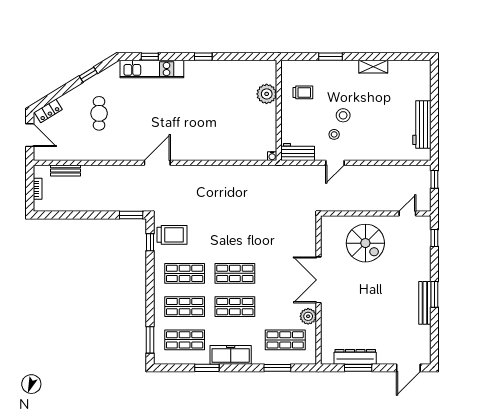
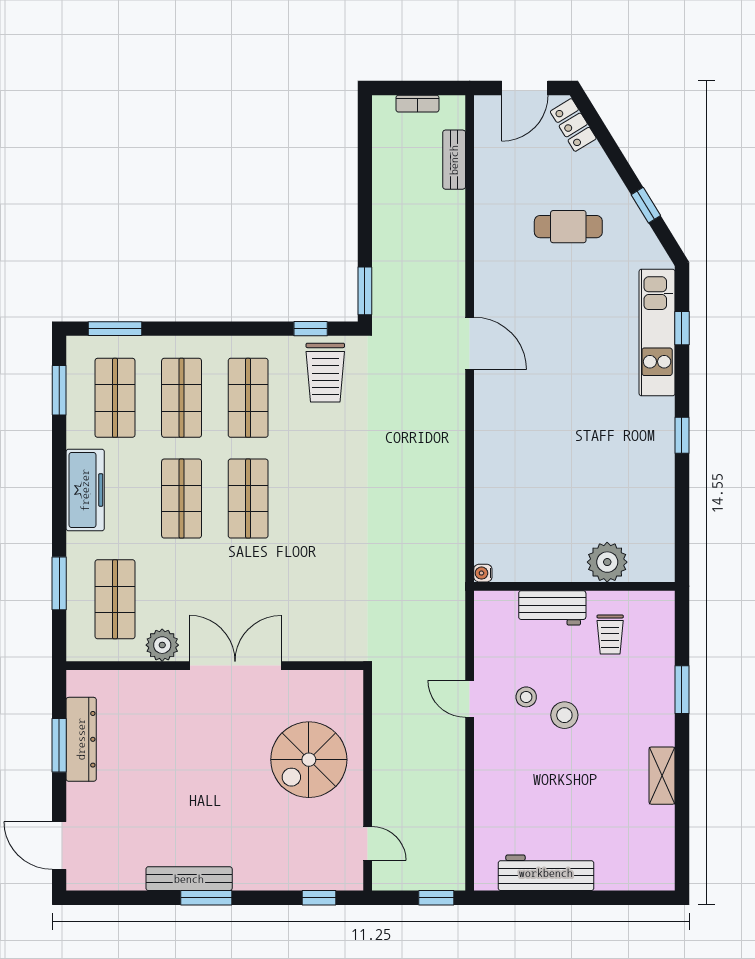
workbench: (298, 152) -> (552, 608), moved, turned 90
window: (207, 368) -> (59, 390), moved

